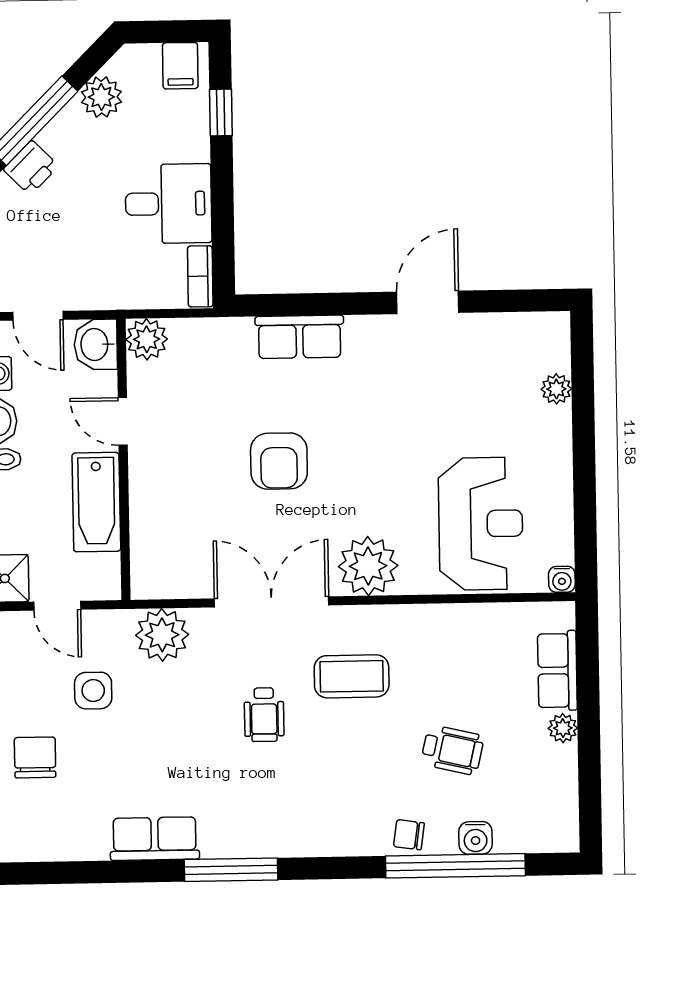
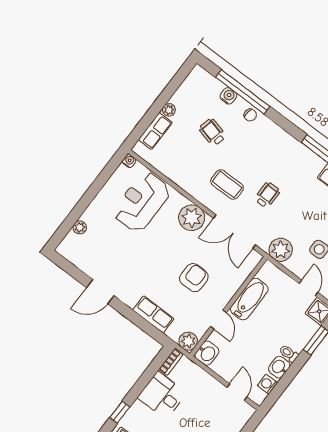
plant: (147, 339) -> (188, 341), moved
washbasin: (96, 344) -> (207, 353), moved
door: (123, 421) -> (218, 320), moved
wall: (123, 459) -> (228, 306), moved
bathtub: (96, 502) -> (249, 299), moved

